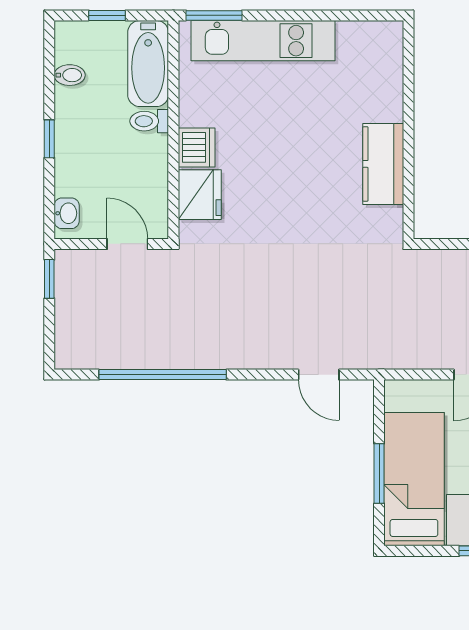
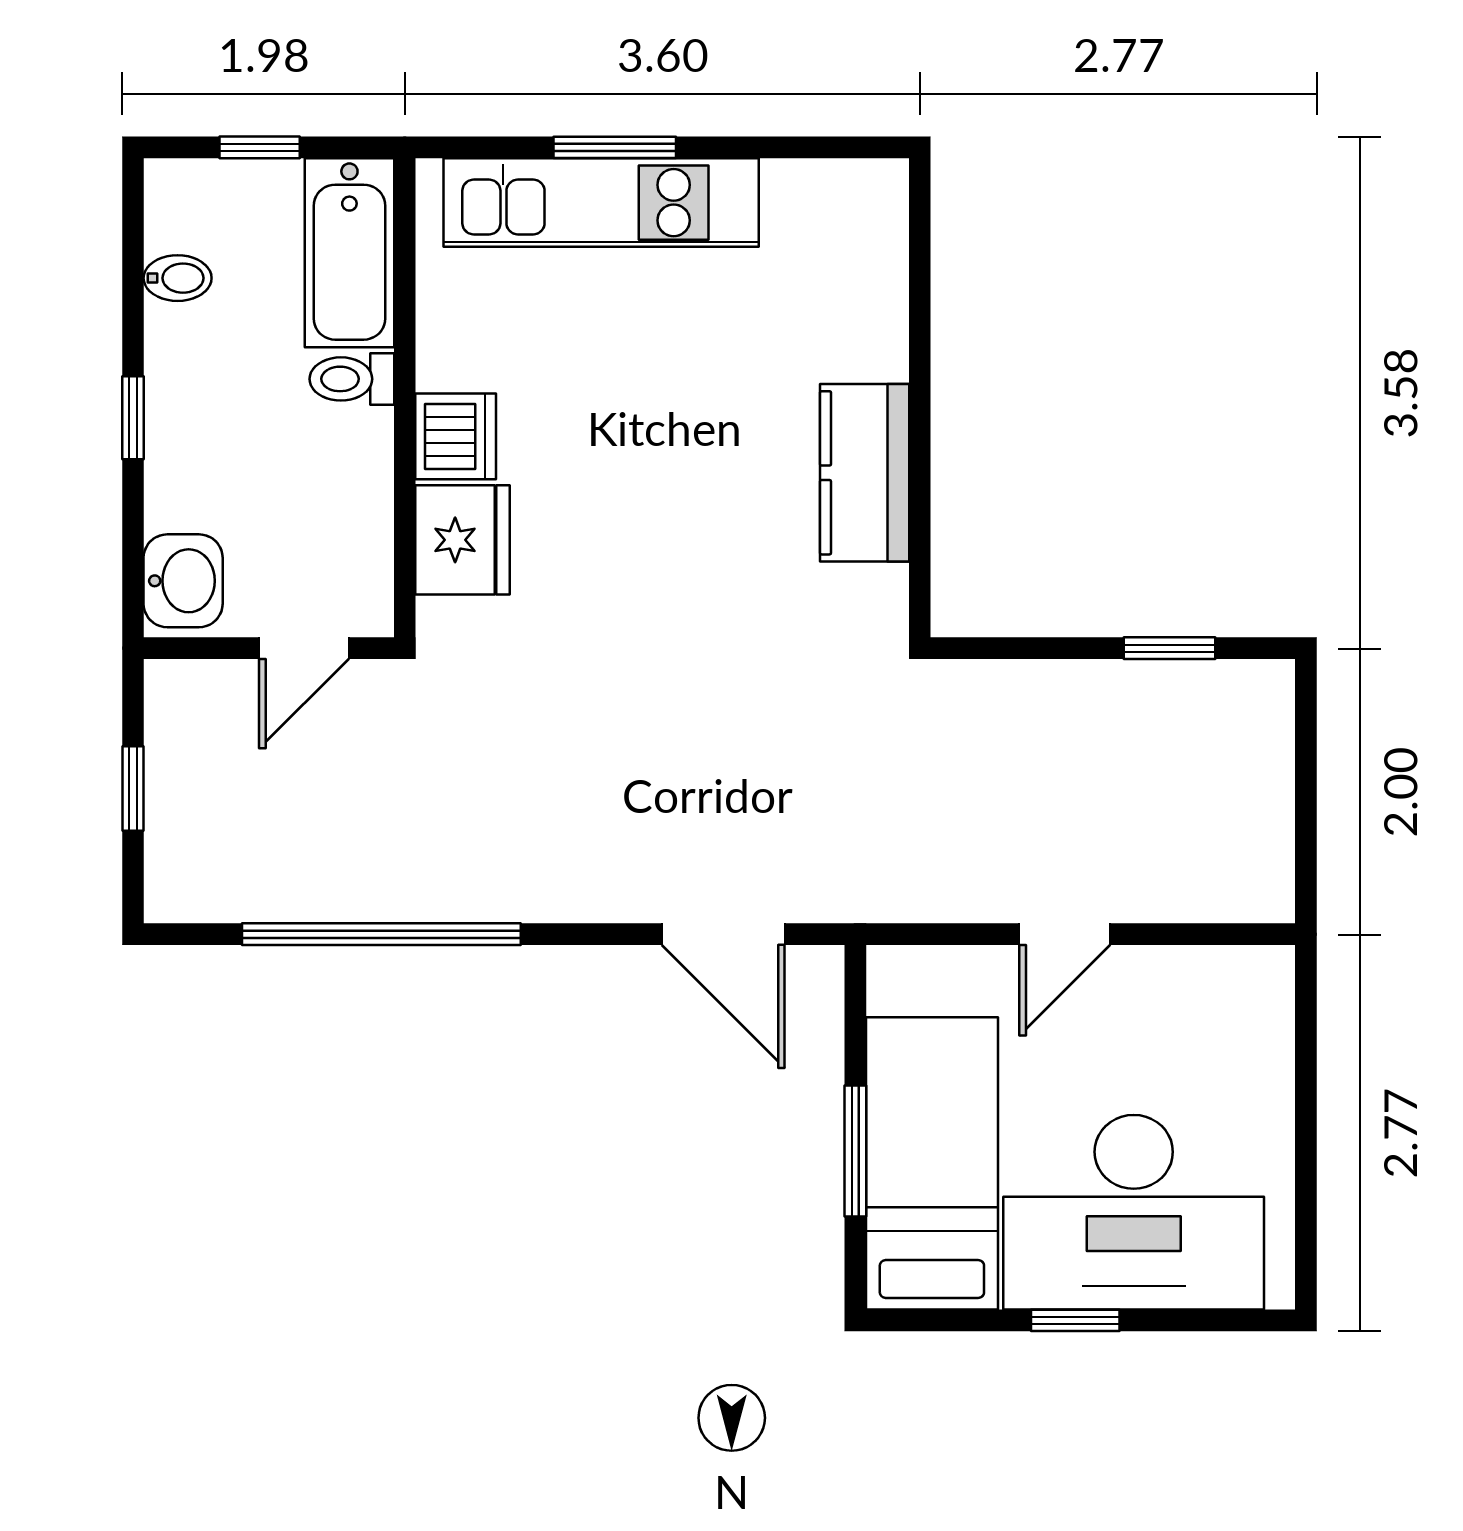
window: (214, 15) -> (615, 147), moved
washbasin: (67, 213) -> (183, 581), width x1.38, depth x1.45
door: (127, 244) -> (304, 648), swing flipped
window: (49, 279) -> (133, 789), moved
door: (319, 375) -> (723, 934), width x1.38

